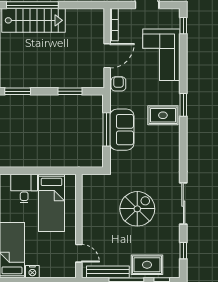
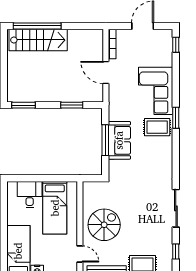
corner sofa: (161, 55) -> (156, 91), moved
door: (107, 56) -> (106, 72), swing flipped
armchair: (118, 84) -> (116, 98), removed
spiral stairs: (137, 209) -> (104, 225), moved

